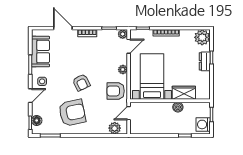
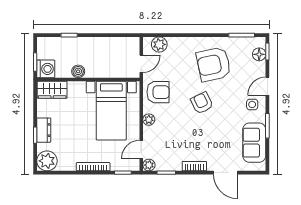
wardrobe: (184, 93) -> (52, 90), moved
washing machine: (203, 124) -> (46, 69), moved

